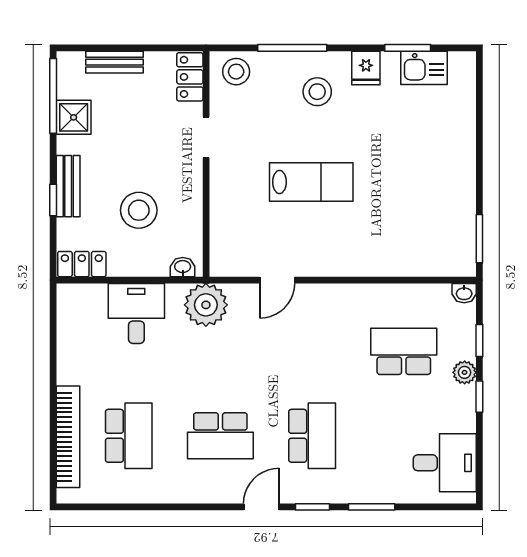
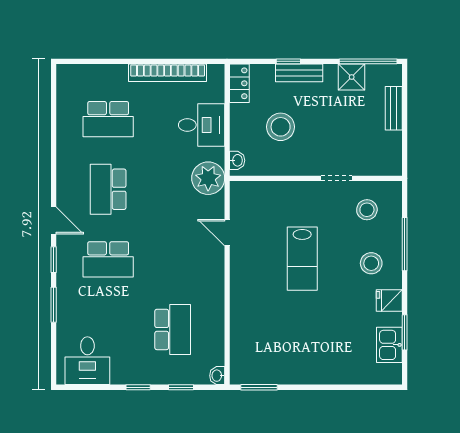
stool: (236, 72) -> (367, 210), moved
locker: (190, 77) -> (383, 166), removed
plant: (465, 372) -> (157, 376), removed
bookcase: (68, 437) -> (168, 73), moved

